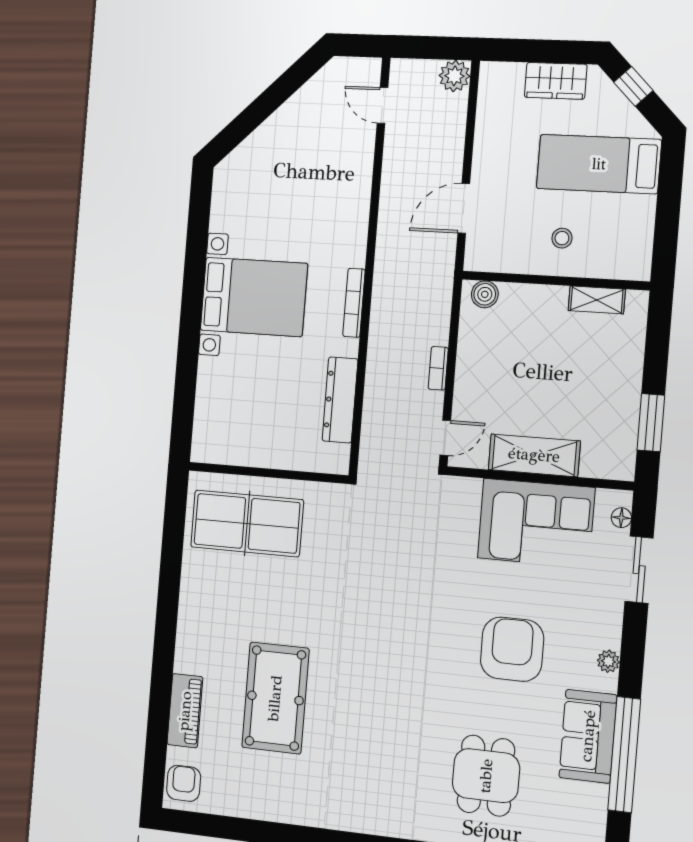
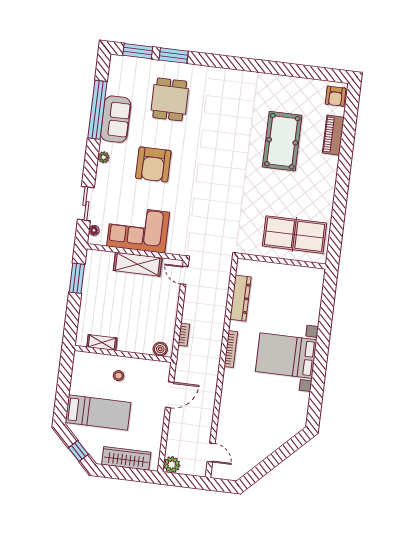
wardrobe: (556, 81) -> (126, 458), width x1.50
bookcase: (438, 368) -> (184, 335), moved
door: (445, 438) -> (184, 275), hinge flipped

